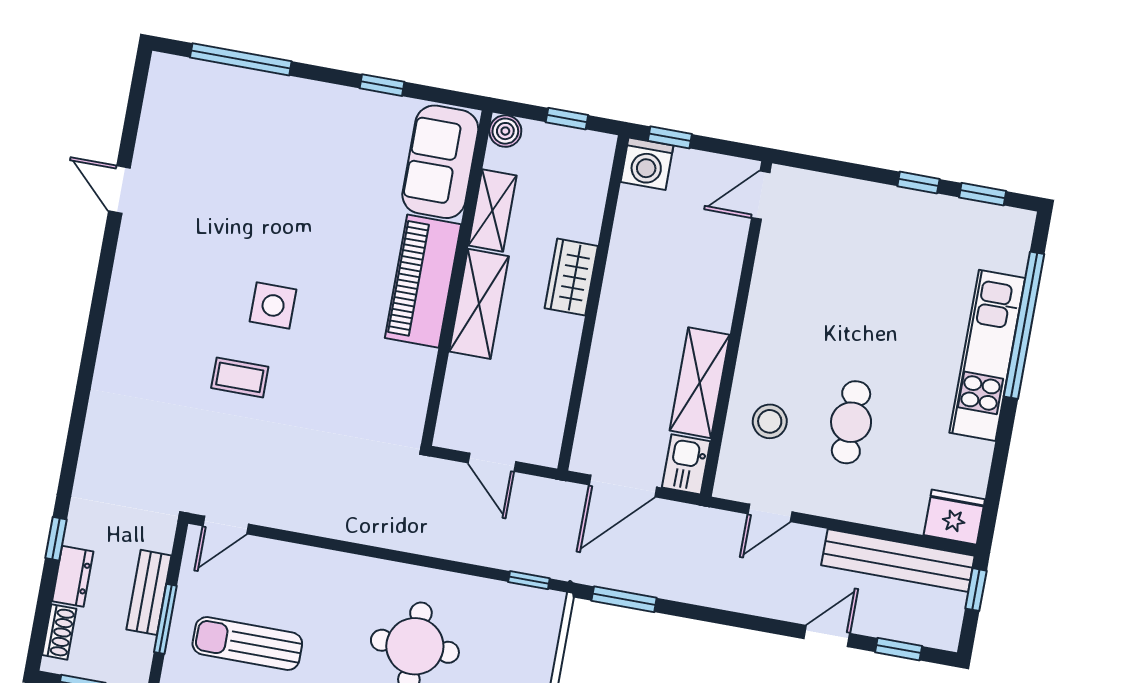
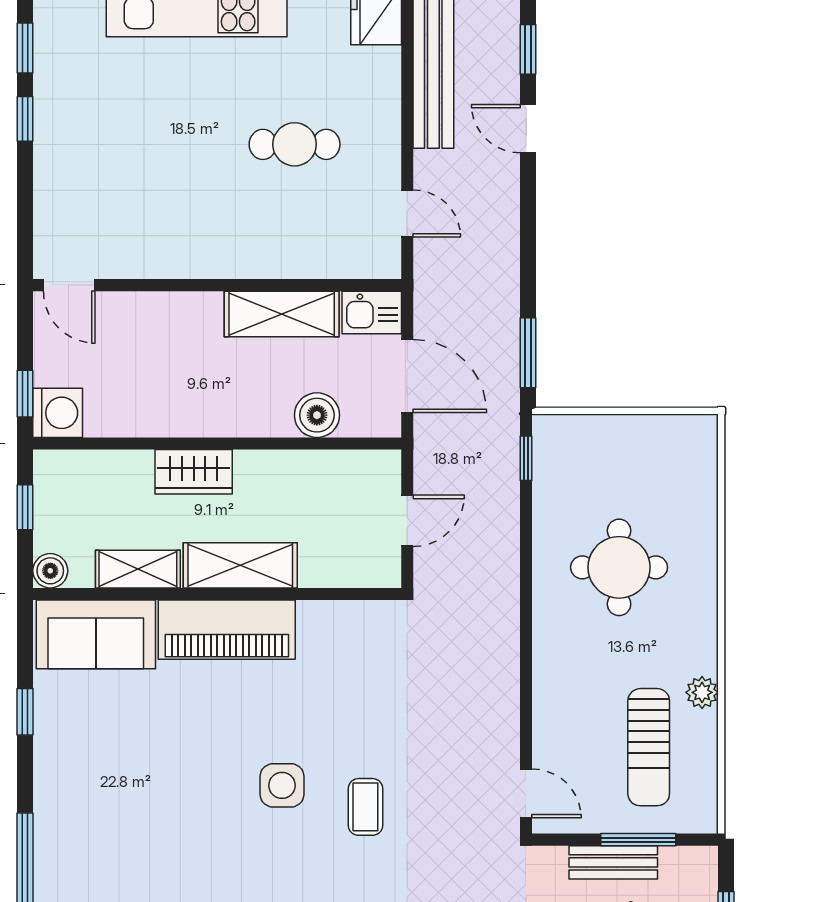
boiler: (602, 398) -> (317, 415), added
stool: (770, 421) -> (309, 231), removed

